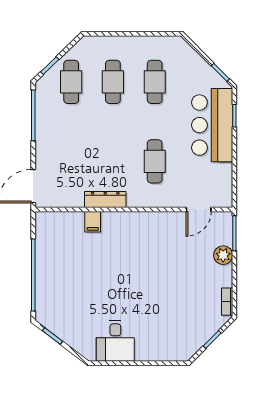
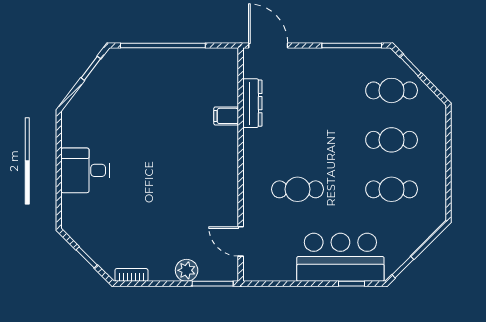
dresser: (105, 200) -> (252, 103), moved
desk: (115, 341) -> (85, 170), moved

